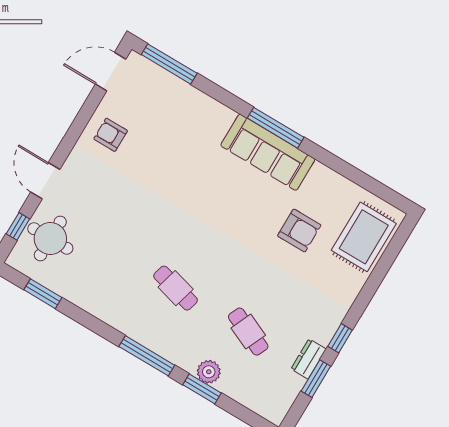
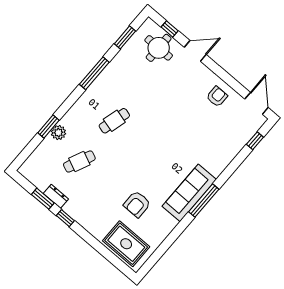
window: (169, 64) -> (255, 141), width x0.46
window: (147, 356) -> (94, 73), moved

